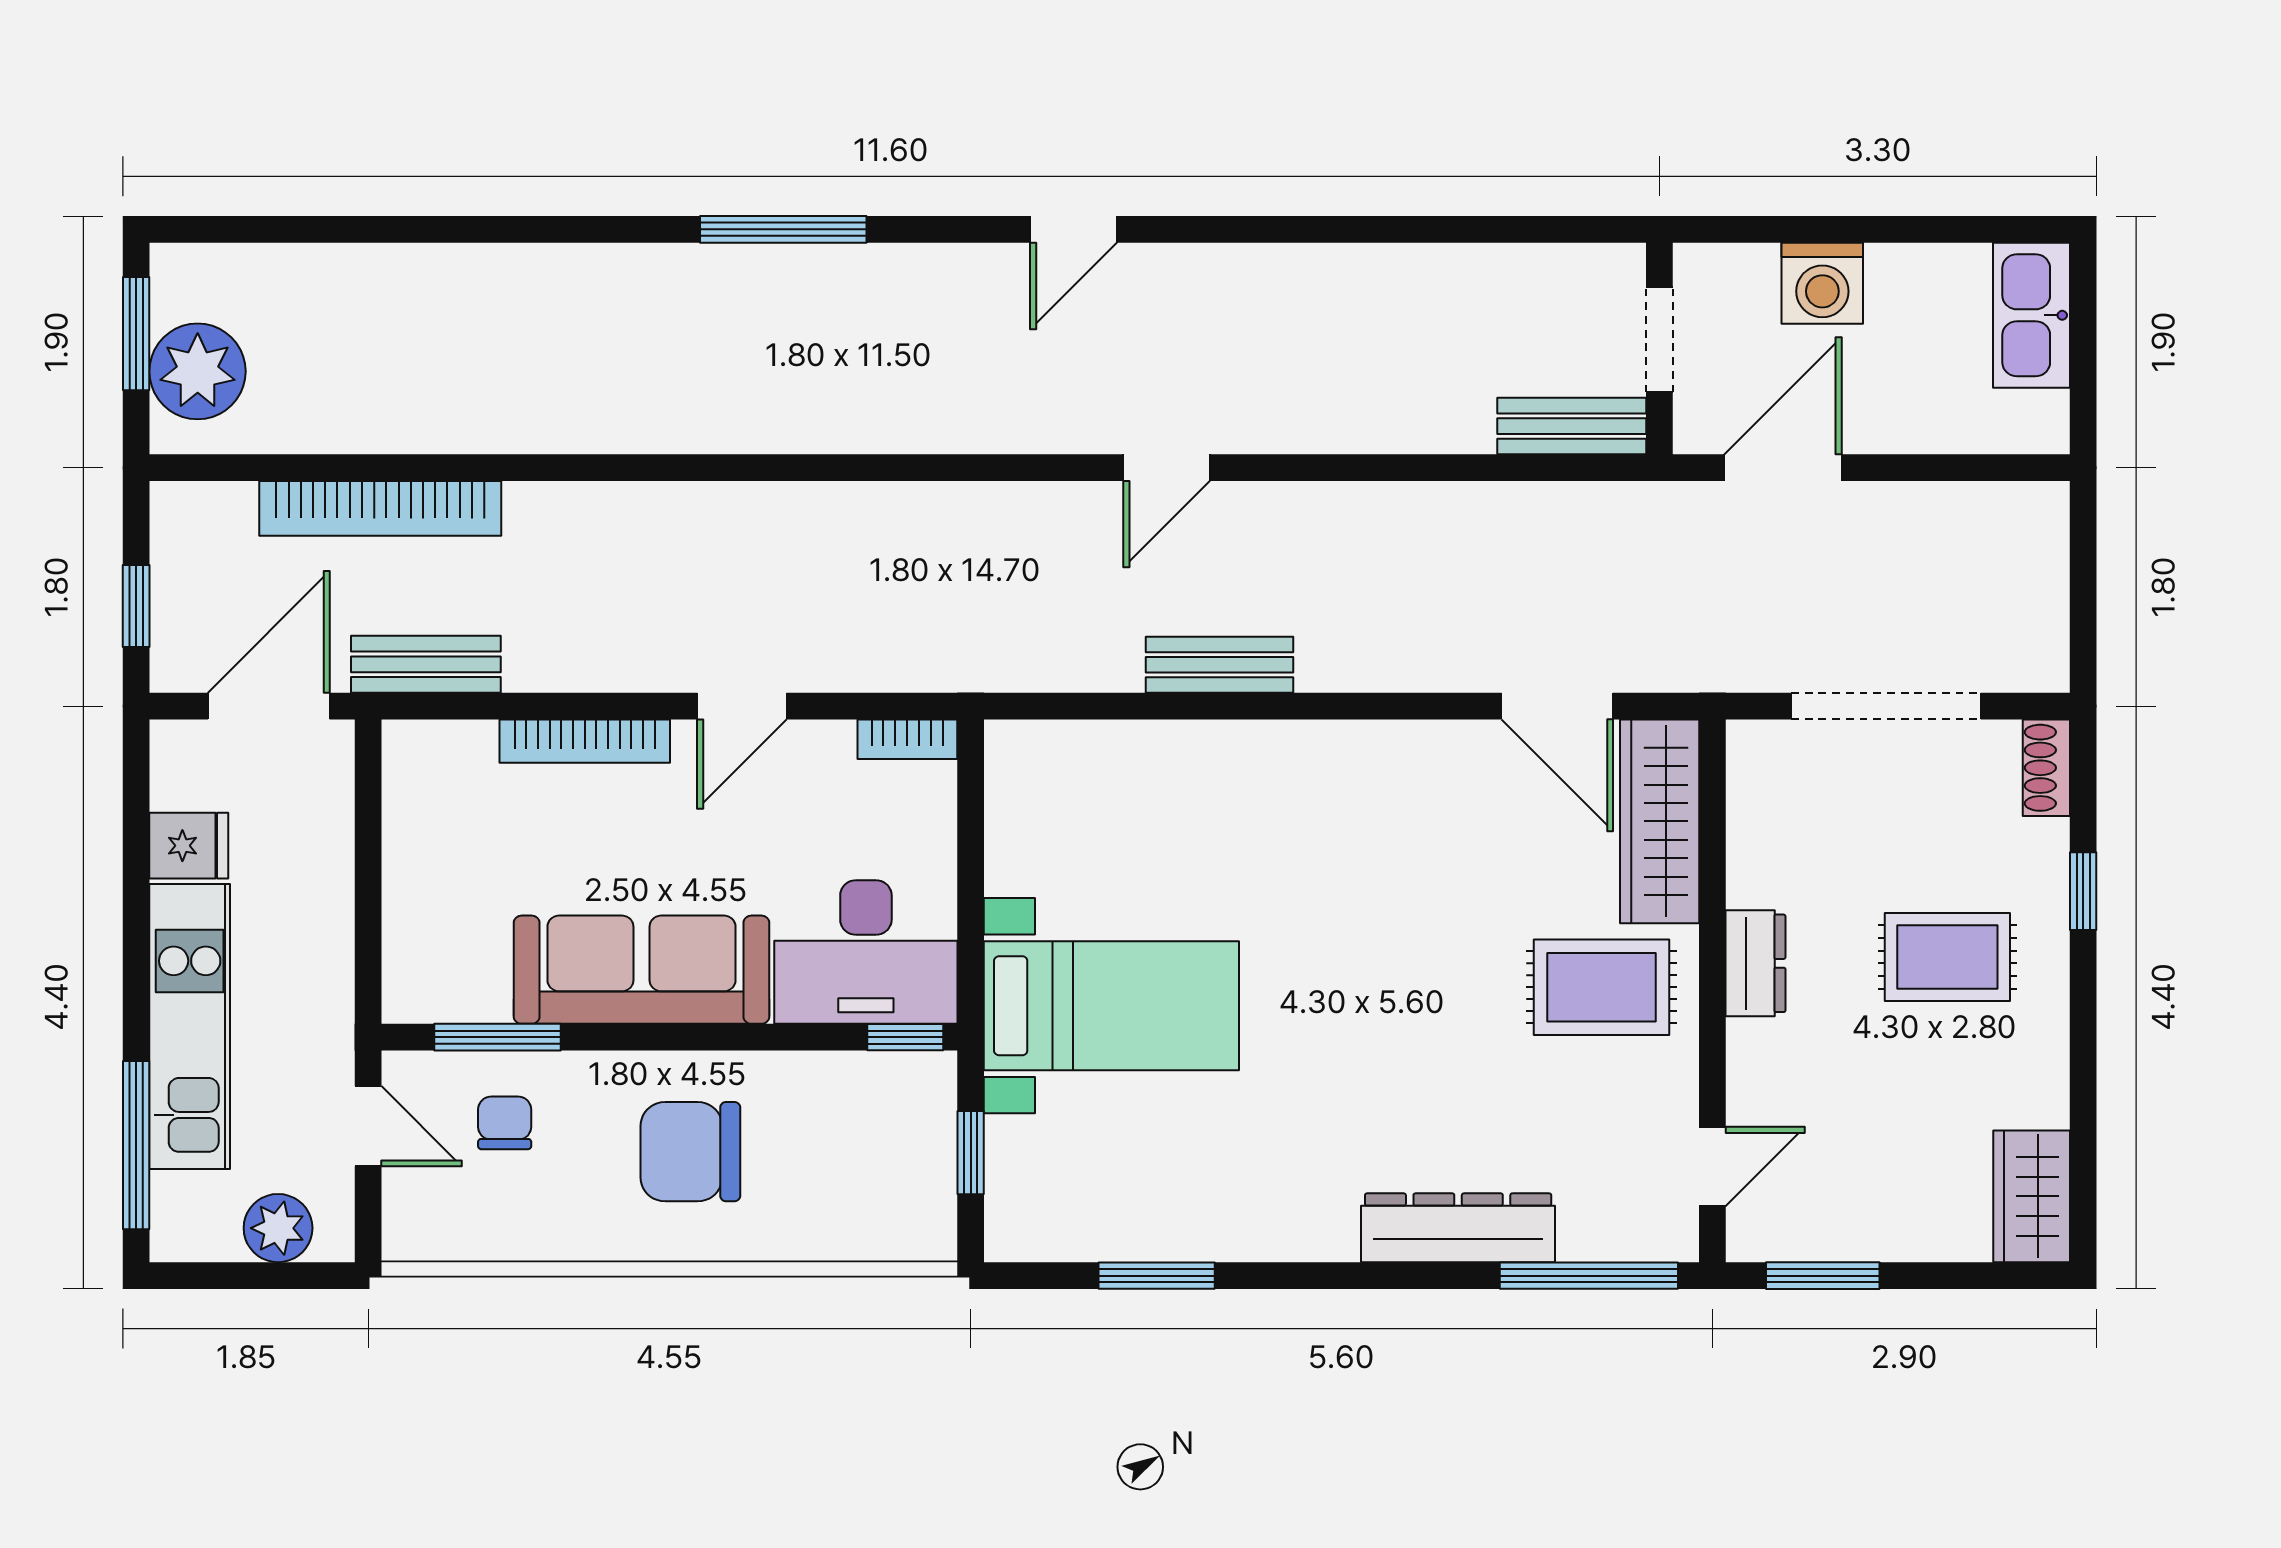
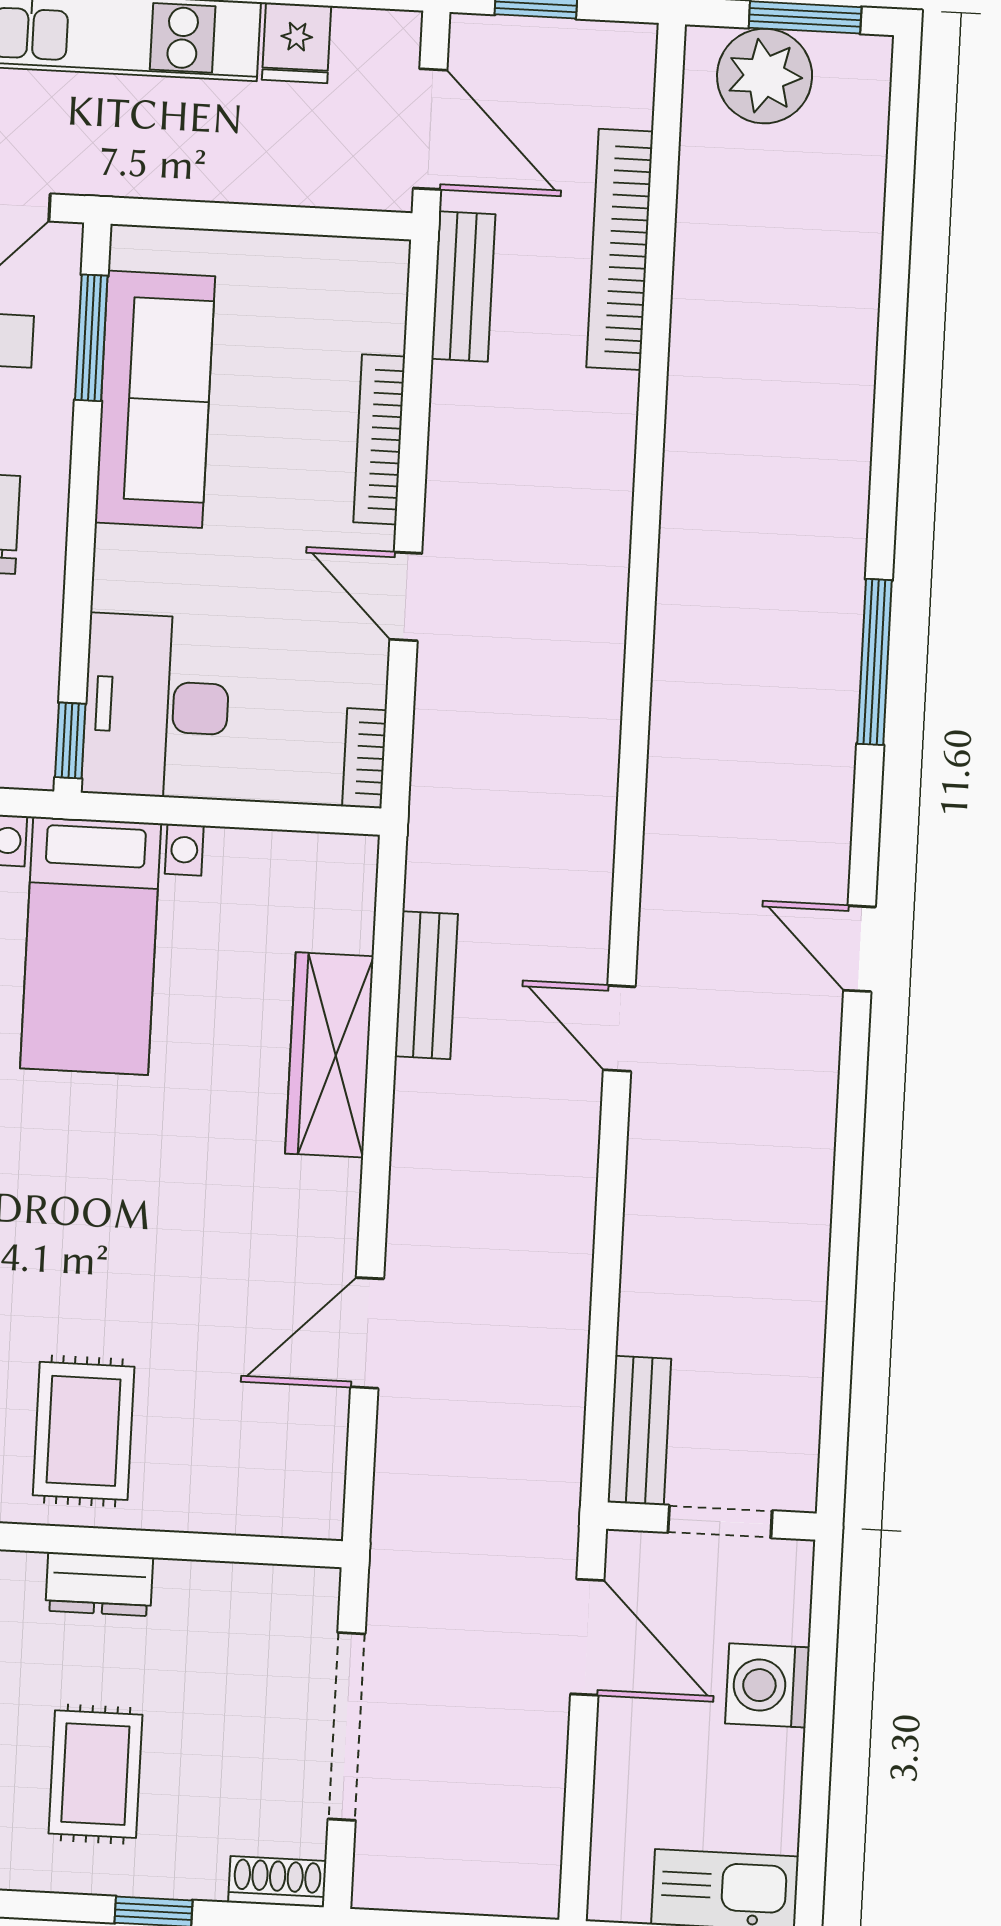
bench: (1219, 665) -> (426, 985), moved
door: (1557, 706) -> (367, 1333), moved
wardrobe: (1660, 821) -> (330, 1055), moved, turned -90
sofa: (642, 970) -> (155, 399), moved

